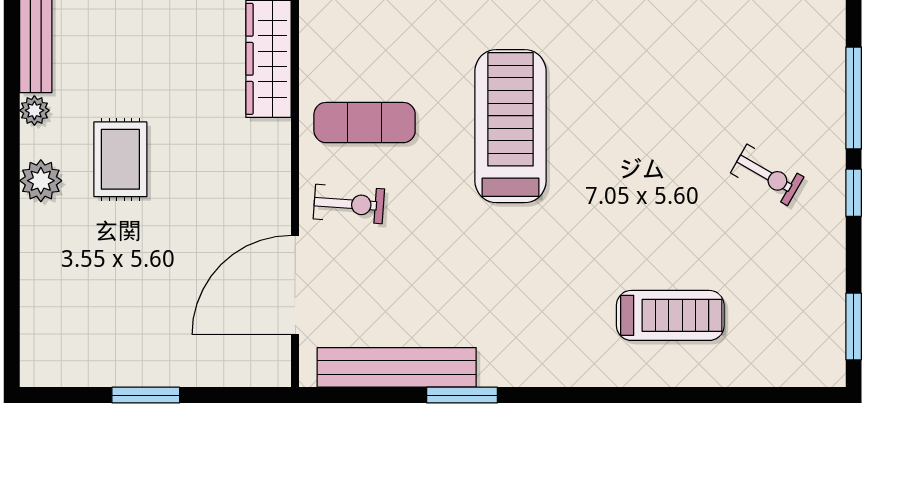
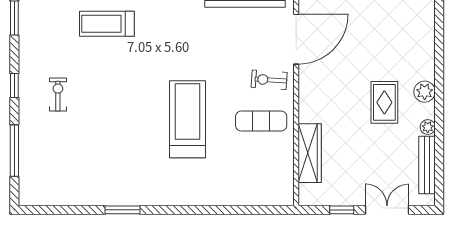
window: (854, 98) -> (14, 151), moved
treadmill: (511, 126) -> (187, 119), turned 180
exercise bike: (767, 175) -> (58, 95), turned 60

